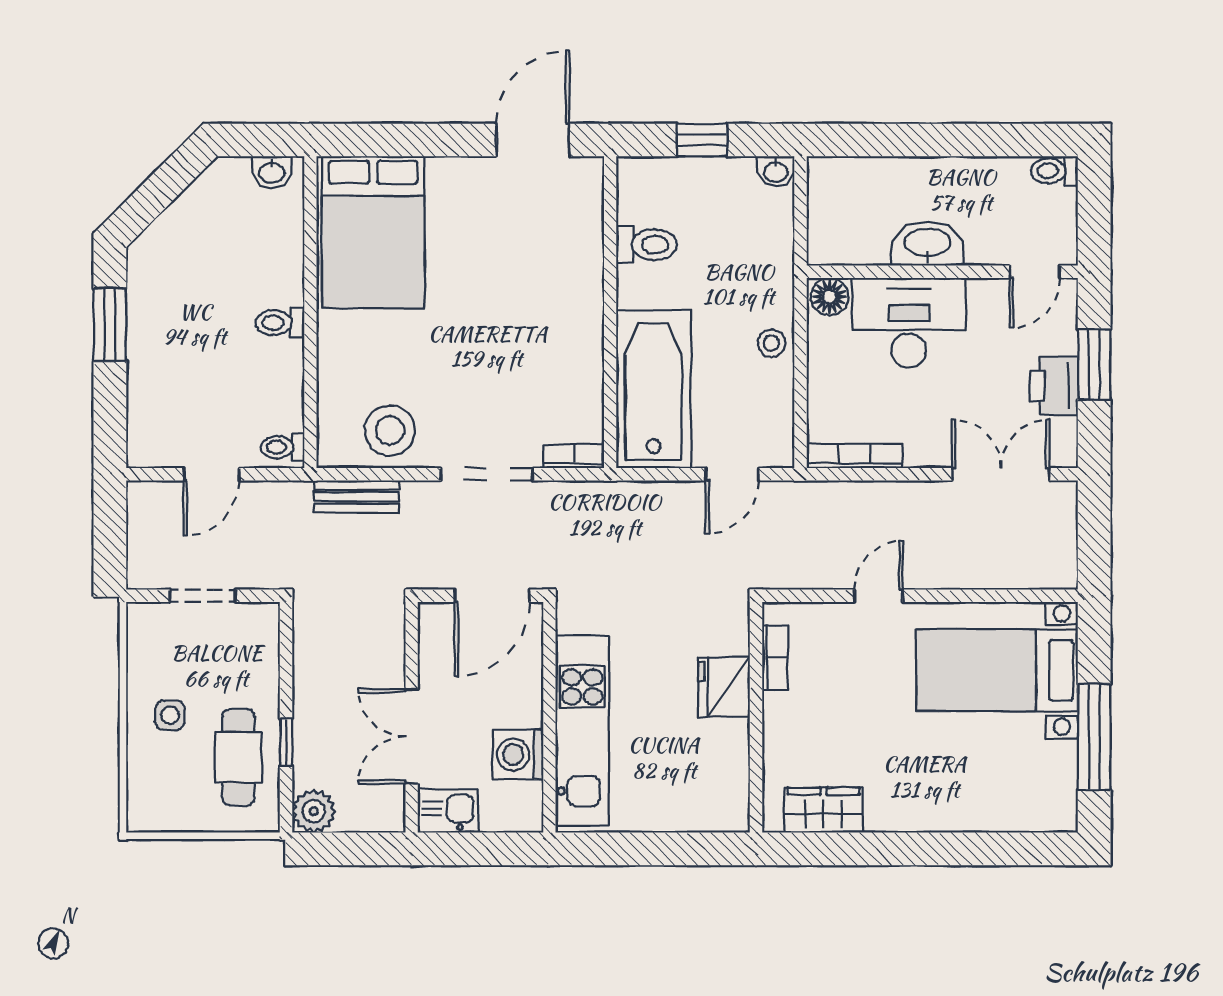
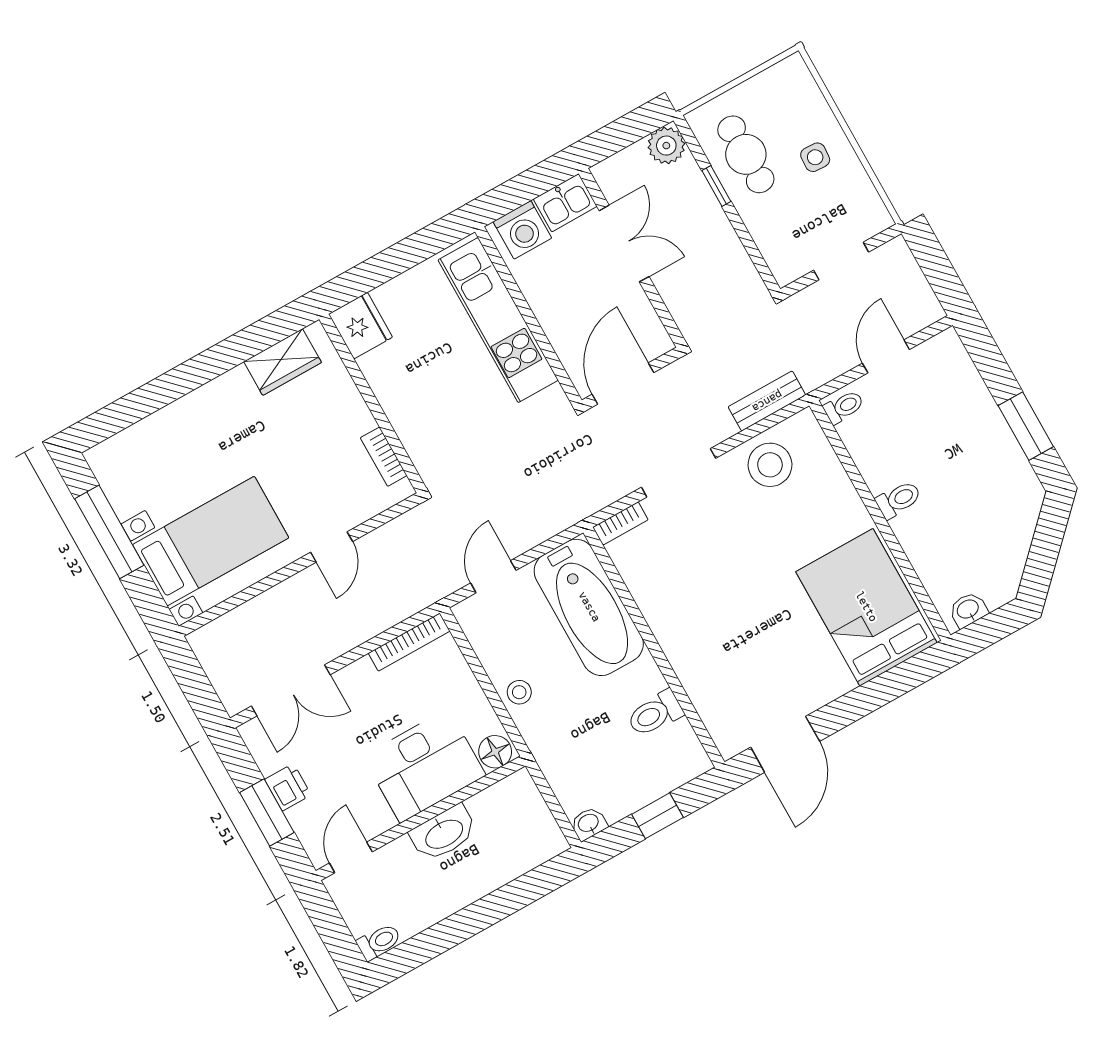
printer: (1054, 386) -> (288, 787), width x0.73, depth x0.81
fridge: (724, 687) -> (360, 326), moved
washing machine: (518, 754) -> (522, 230), moved, turned 90

